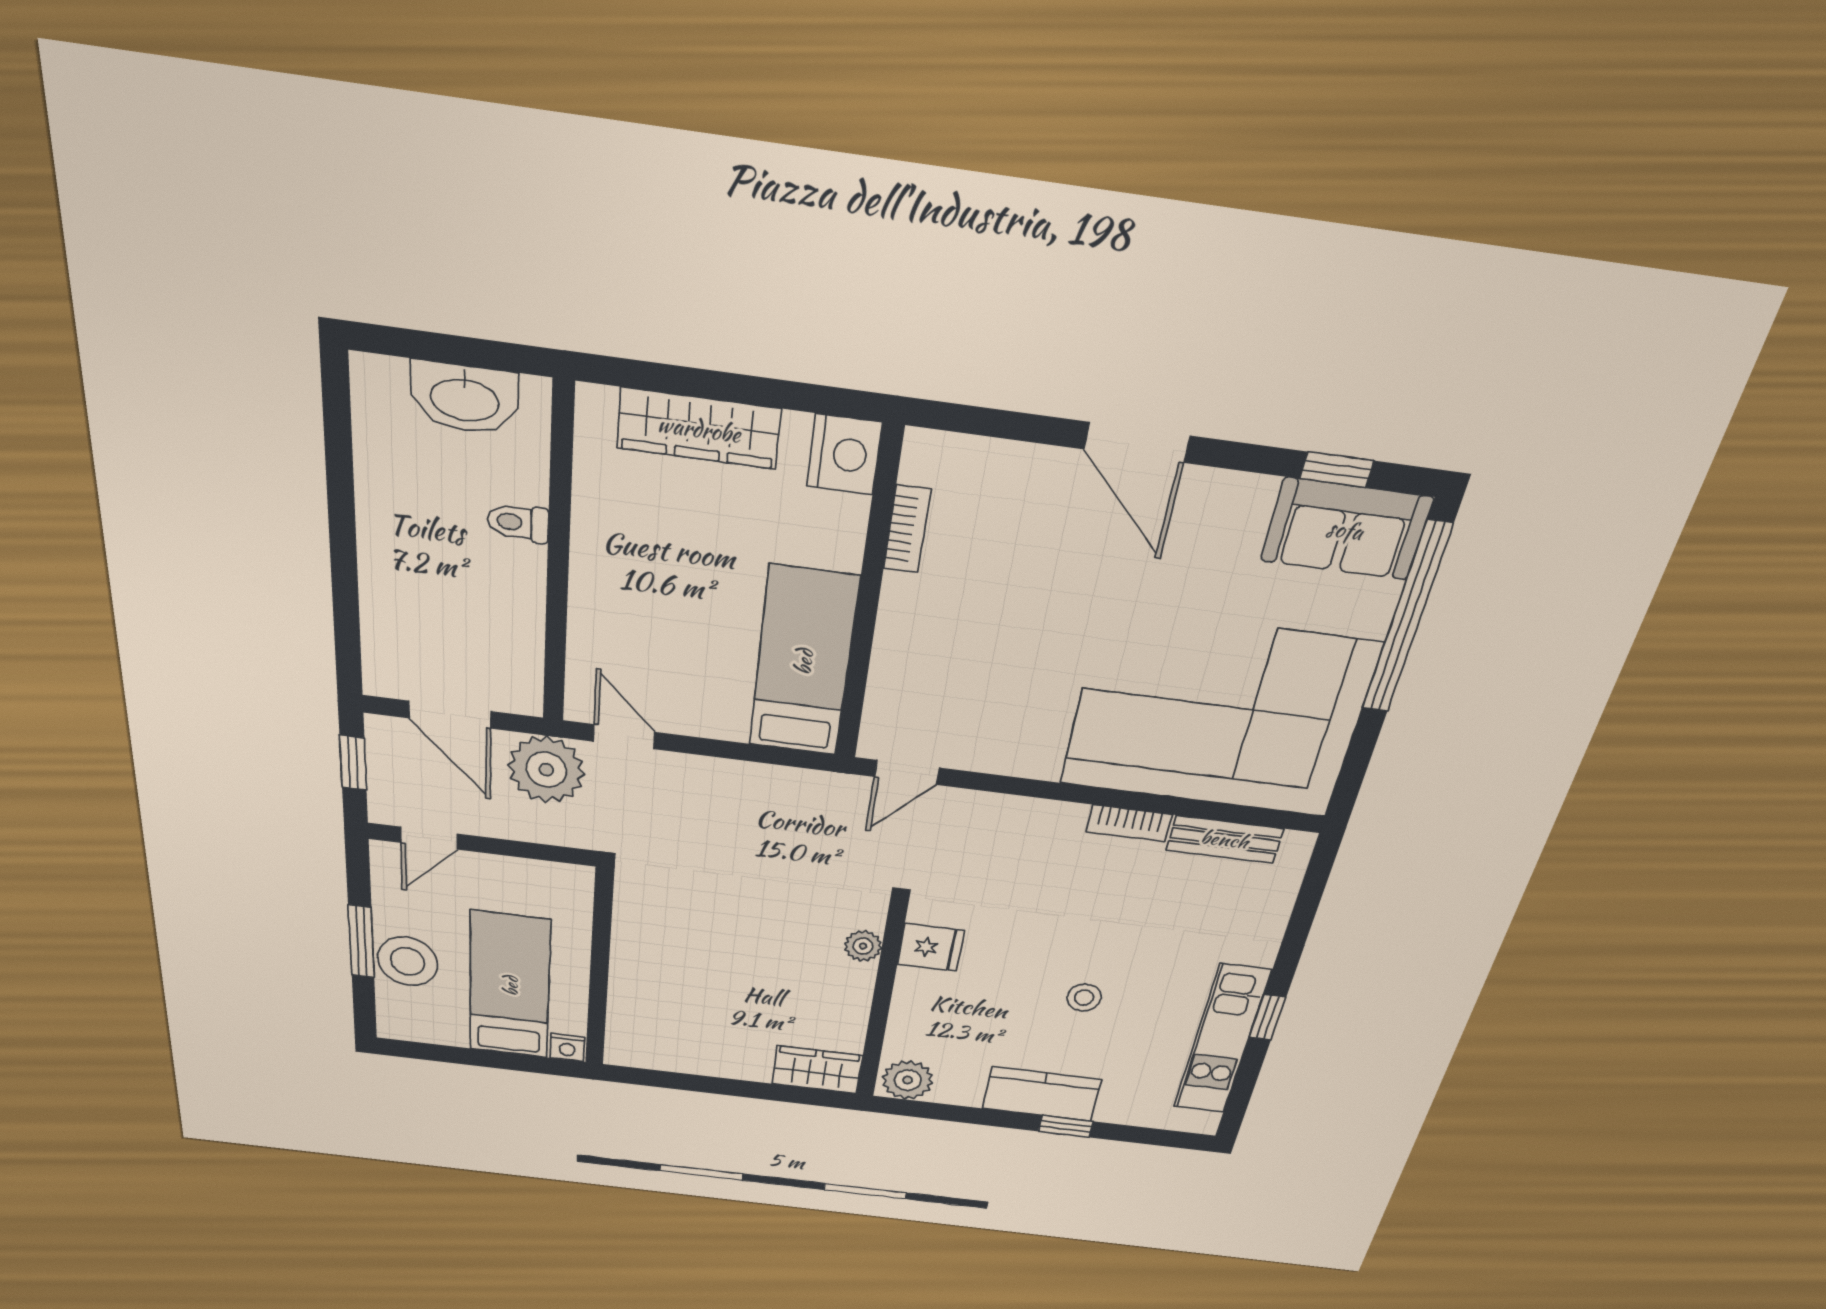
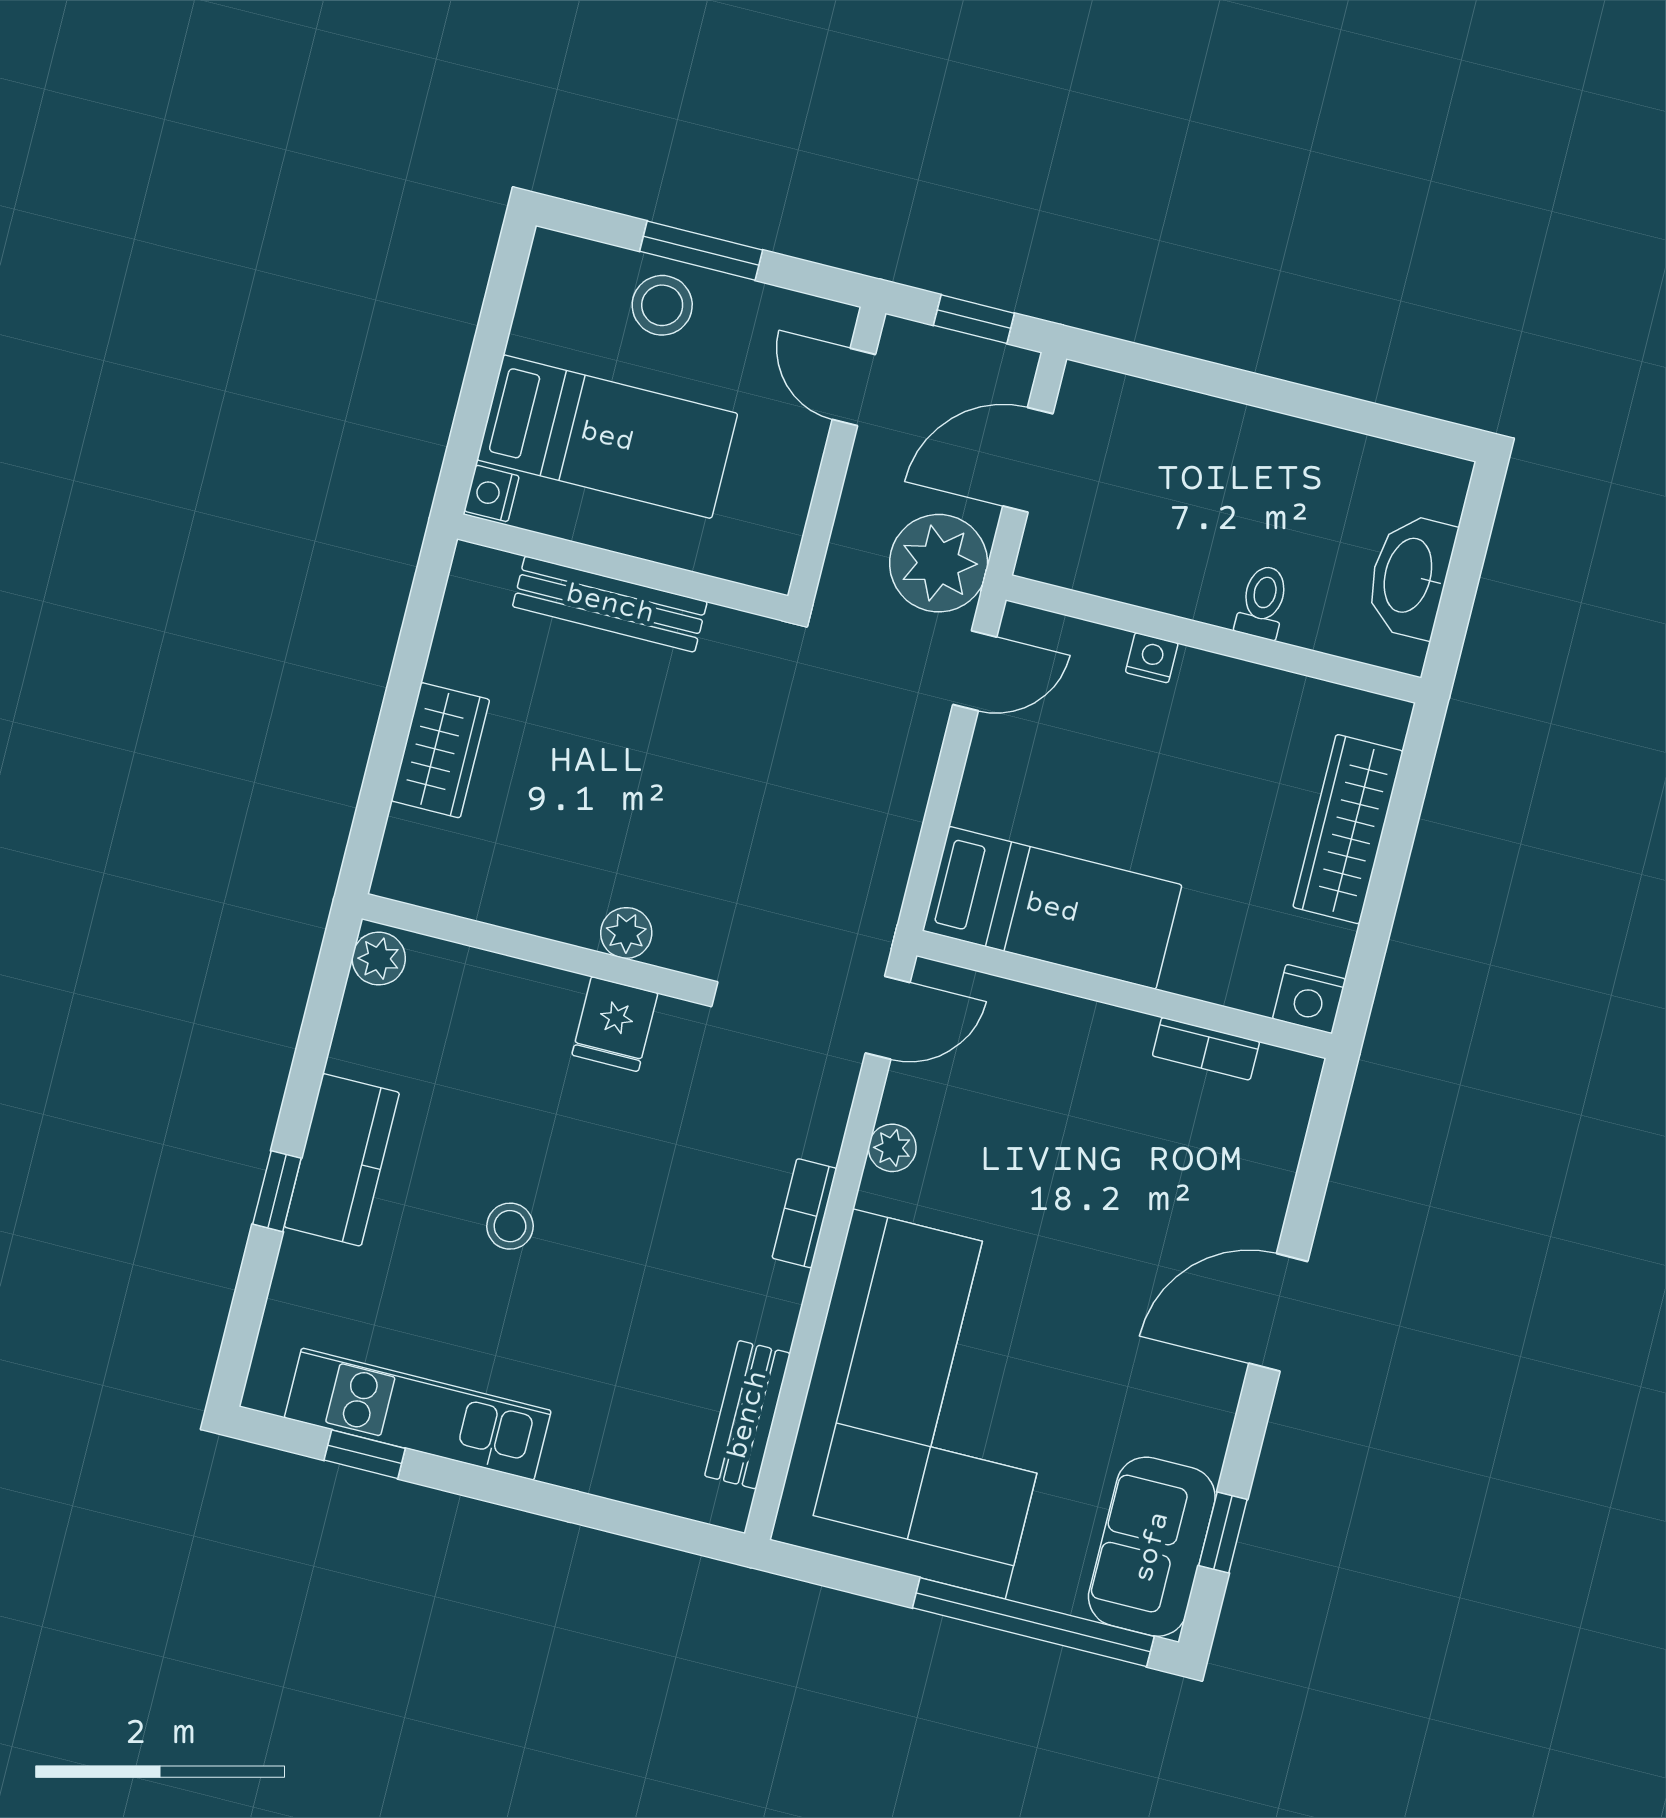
nightstand: (844, 454) -> (1309, 999), width x0.74, depth x0.75
nightstand: (585, 607) -> (1152, 658), added
plant: (1010, 760) -> (892, 1148), added
door: (907, 772) -> (888, 1018), swing flipped
bookcase: (1129, 823) -> (804, 1213), moved
stool: (408, 961) -> (662, 305), width x0.73, depth x0.73
bench: (627, 975) -> (610, 604), added
window: (1267, 1017) -> (365, 1454), moved
wardrobe: (817, 1070) -> (440, 750), moved
plant: (908, 1080) -> (379, 959), width x0.73, depth x0.73

